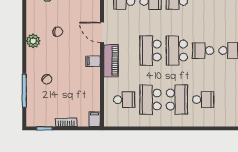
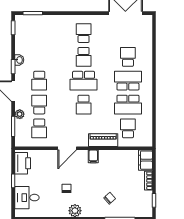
school desk: (151, 51) -> (84, 105), width x0.54
piano: (111, 61) -> (103, 140), moved
filing cabinet: (95, 119) -> (146, 160), width x2.00

